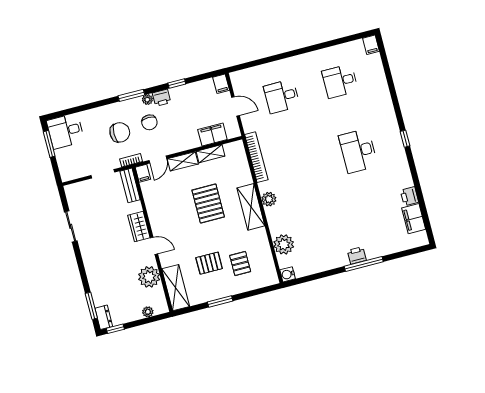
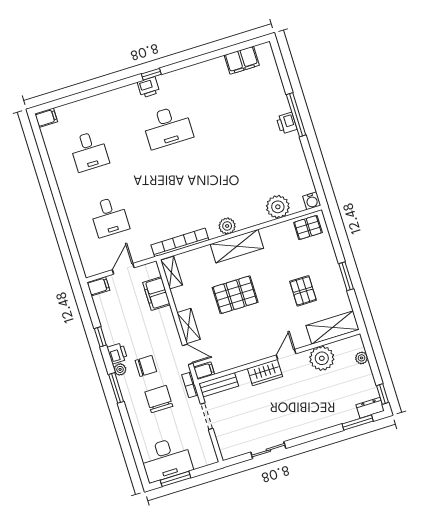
desk: (65, 131) -> (166, 459), width x1.37
shelving: (211, 154) -> (172, 273), moved
printer: (409, 196) -> (148, 87), moved
pallet: (240, 263) -> (308, 227), moved

